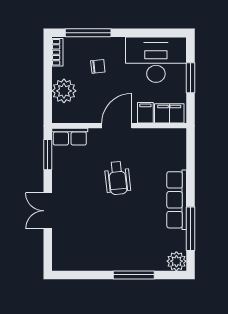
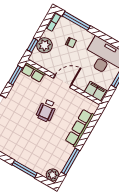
window: (48, 100) -> (33, 45), added
filing cabinet: (145, 113) -> (82, 83), removed
row of seats: (177, 200) -> (80, 128), moved

